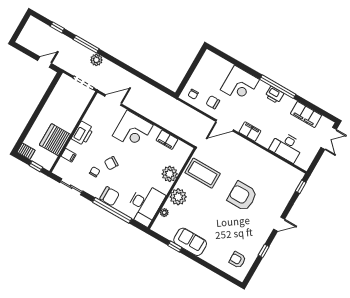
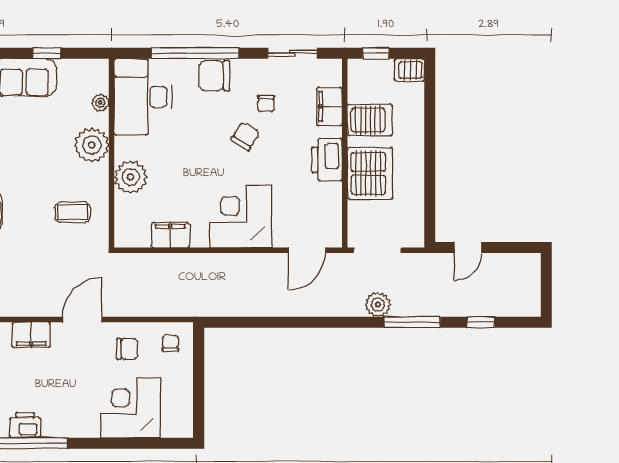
corner desk: (240, 85) -> (131, 408), moved
server rack: (68, 117) -> (370, 173), added
server rack: (55, 140) -> (370, 120), width x0.62
filing cabinet: (69, 155) -> (329, 106), width x2.00
coffee table: (203, 173) -> (73, 212), width x0.54, depth x0.58

